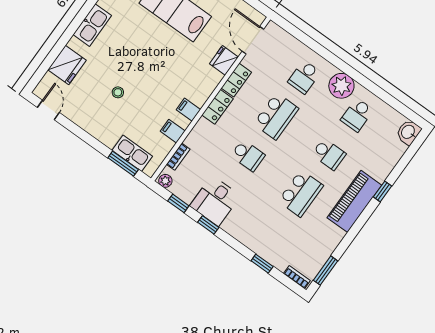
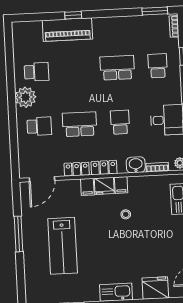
fridge: (224, 60) -> (104, 186), moved
stool: (118, 92) -> (126, 214), moved
filing cabinet: (173, 131) -> (87, 187), moved
washbasin: (408, 132) -> (136, 165), moved, turned 180
school desk: (329, 154) -> (158, 66), moved
piano: (354, 201) -> (67, 30), moved

